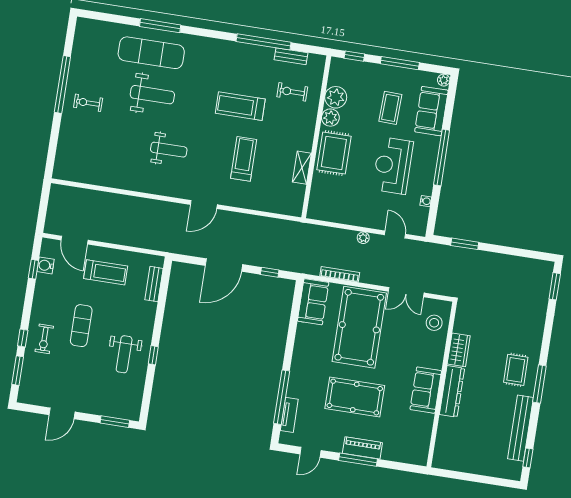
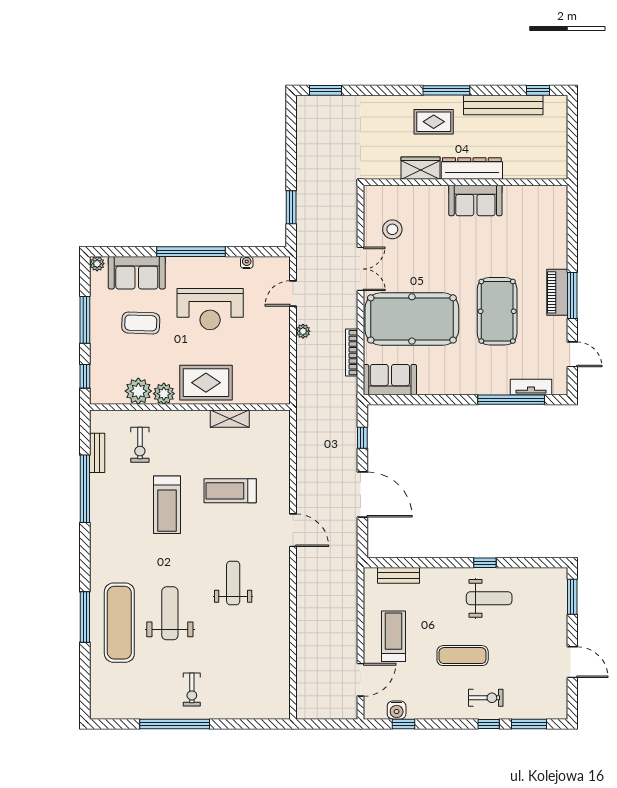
wardrobe: (459, 350) -> (420, 168), moved
wall: (442, 384) -> (465, 182), moved
sofa: (426, 390) -> (475, 200), moved
dresser: (452, 391) -> (472, 169), moved

